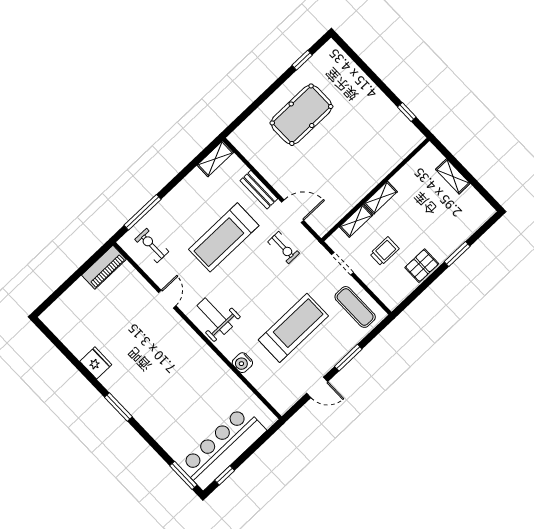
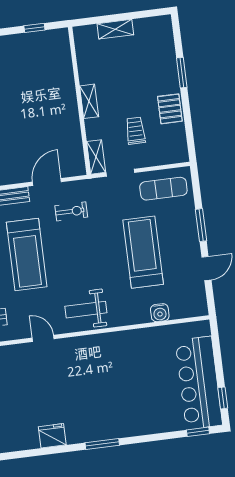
shelving: (356, 221) -> (96, 157), moved
water cooler: (242, 363) -> (160, 313), moved
window: (183, 475) -> (198, 432), width x0.67

